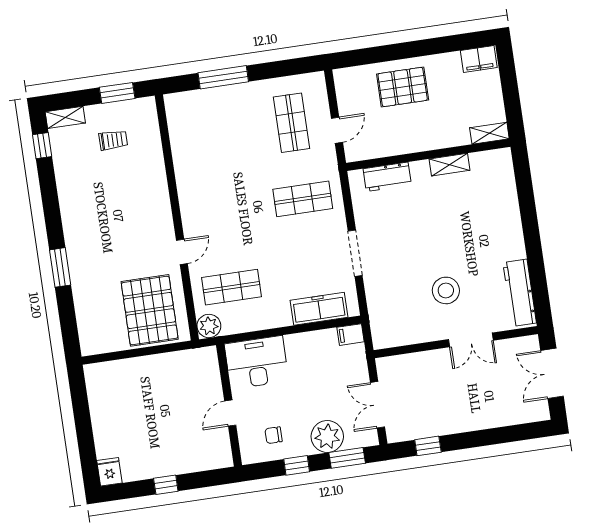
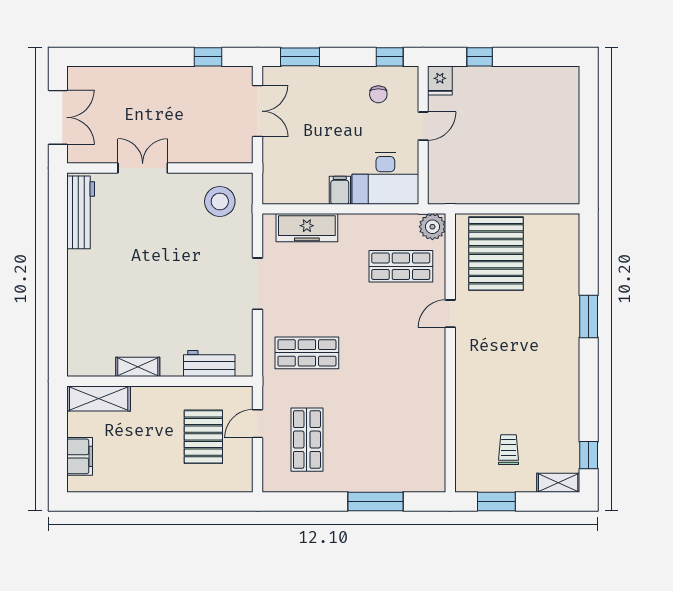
filing cabinet: (479, 59) -> (80, 456), moved, turned 90
pallet: (403, 87) -> (203, 437), moved, turned 90
shelving: (489, 133) -> (99, 398), width x1.50, depth x1.33
trolley: (113, 140) -> (509, 450), turned 90
stool: (446, 290) -> (220, 201), moved
filing cabinet: (350, 335) -> (340, 190), moved, turned -90
chair: (274, 435) -> (378, 94), turned 90
plant: (327, 436) -> (319, 84), removed
window: (297, 465) -> (390, 57), moved
fridge: (109, 472) -> (440, 81), moved
window: (166, 485) -> (480, 57), moved

